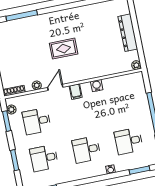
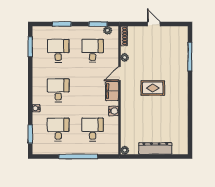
rug: (64, 49) -> (153, 88), turned 90
door: (55, 87) -> (120, 74), swing flipped
filing cabinet: (76, 92) -> (112, 91), width x2.00
desk: (121, 104) -> (93, 130), added

